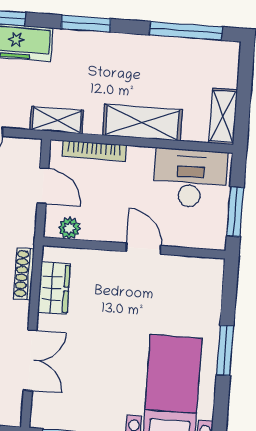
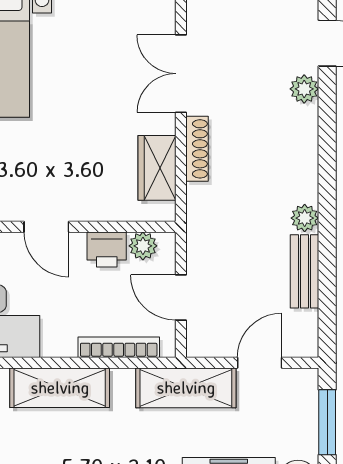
shelving: (57, 120) -> (186, 388), width x1.50, depth x1.33
printer: (98, 227) -> (107, 250), added
shoe rack: (24, 274) -> (197, 149), moved

